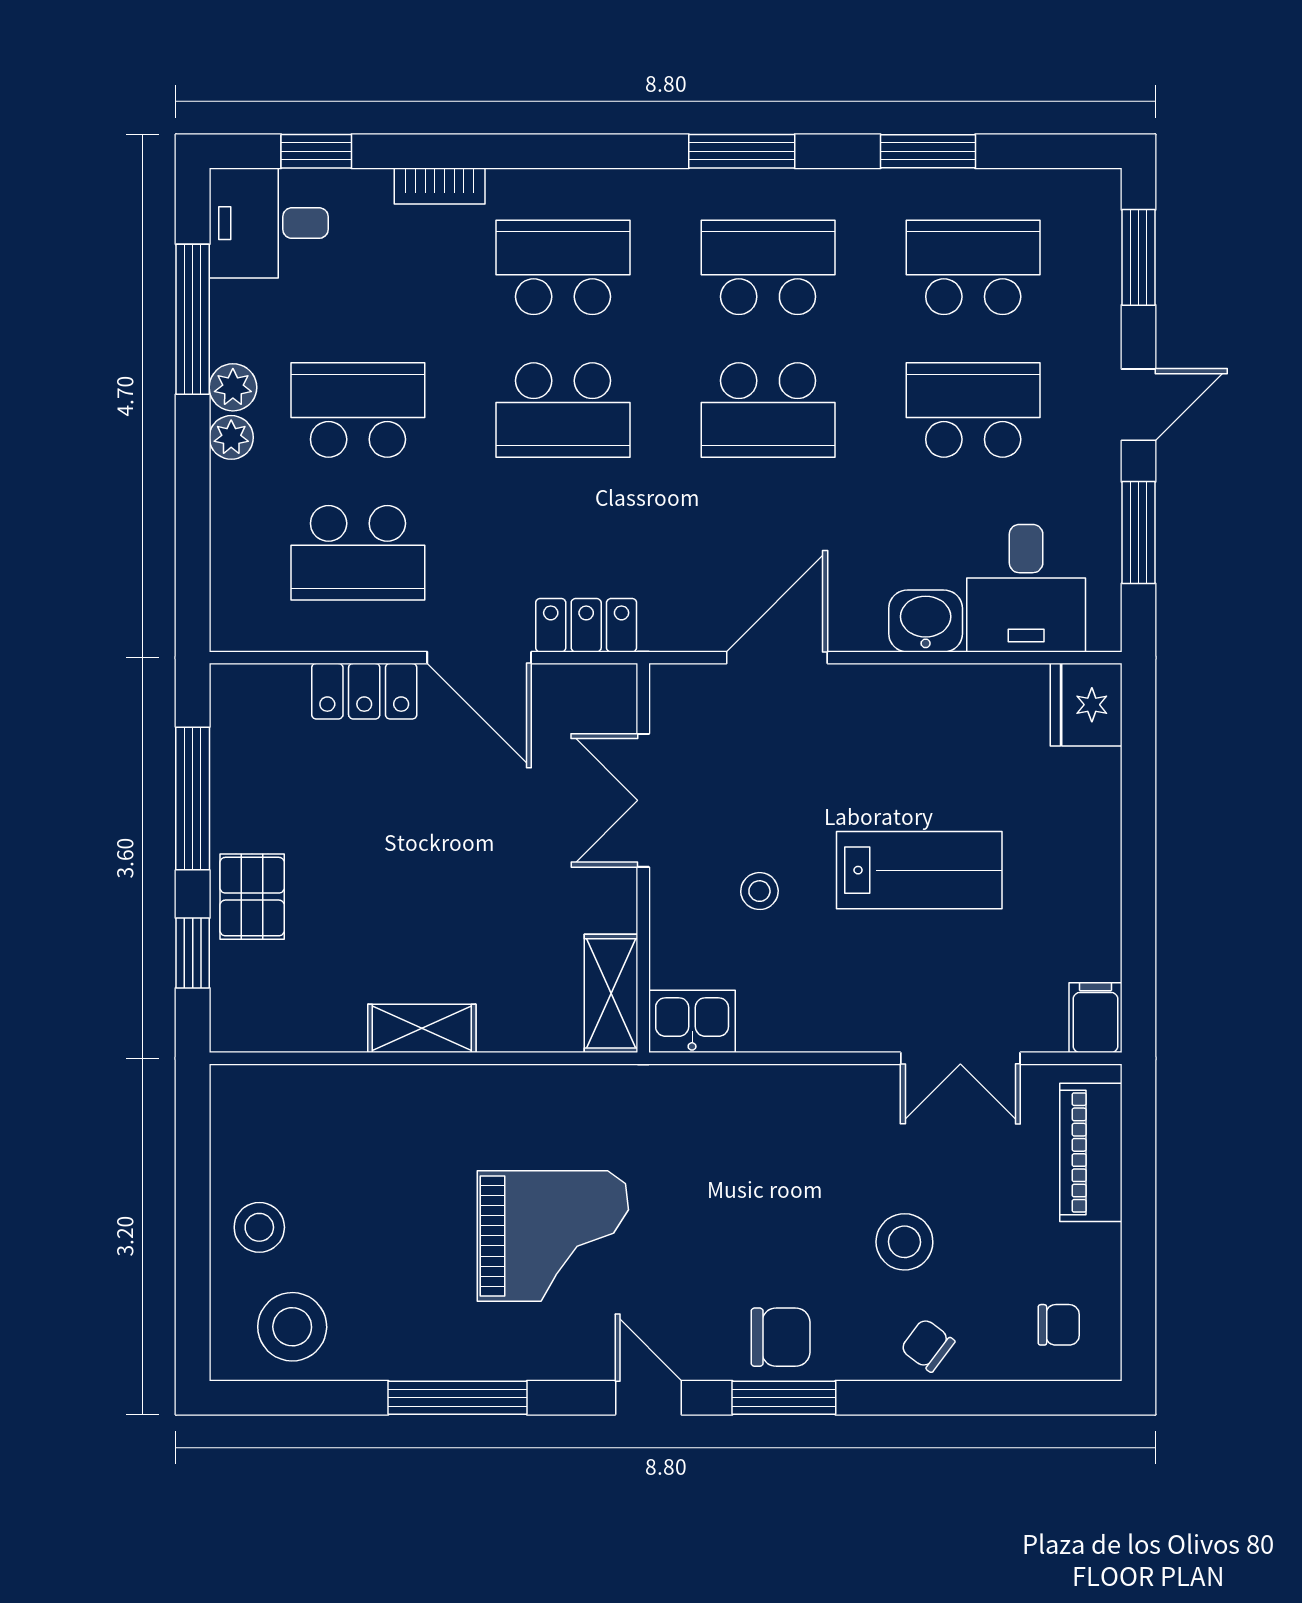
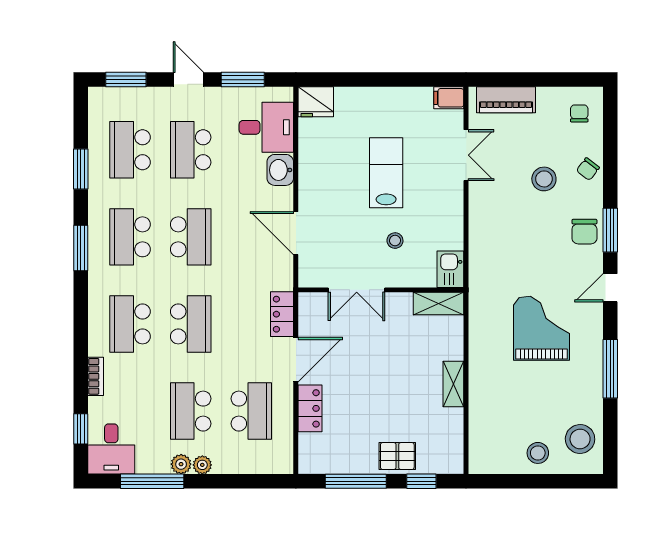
chair: (781, 1337) -> (584, 232), turned 180

